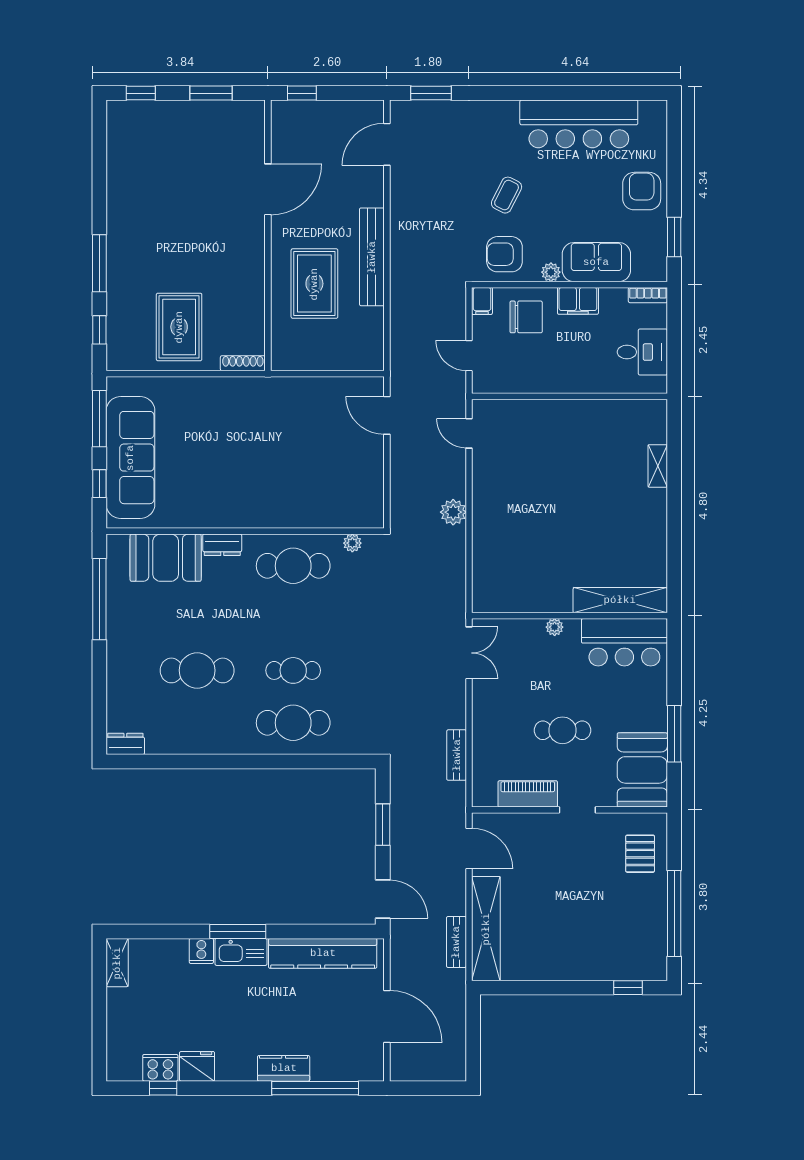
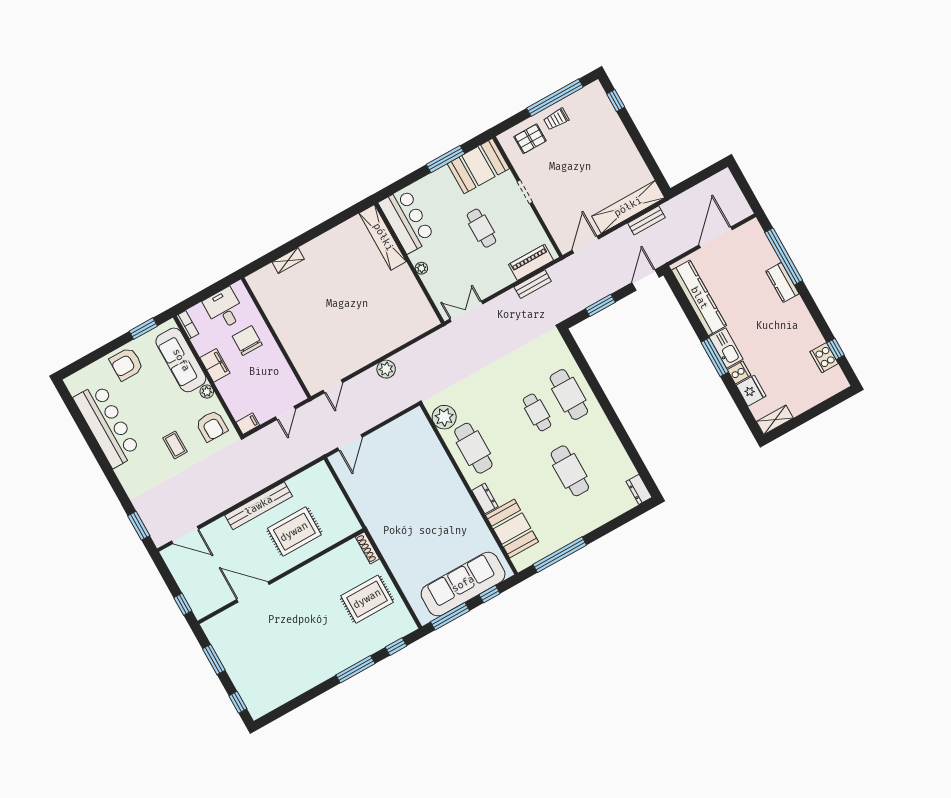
coffee table: (507, 195) -> (175, 445), turned 63
sofa: (596, 262) -> (181, 360), width x1.36
chair: (526, 317) -> (247, 340), moved
plant: (352, 543) -> (444, 417), width x1.88, depth x1.88
piano: (528, 794) -> (531, 262), moved, turned 90
trolley: (646, 900) -> (556, 119), added
fridge: (197, 1066) -> (751, 391), moved, turned 180

